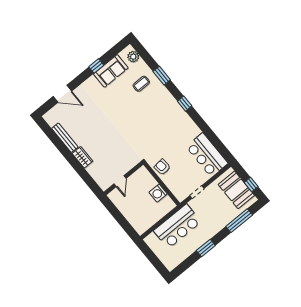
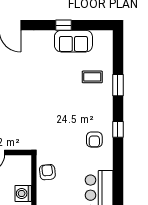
plant: (133, 57) -> (106, 45), removed
armchair: (175, 122) -> (94, 140), added

